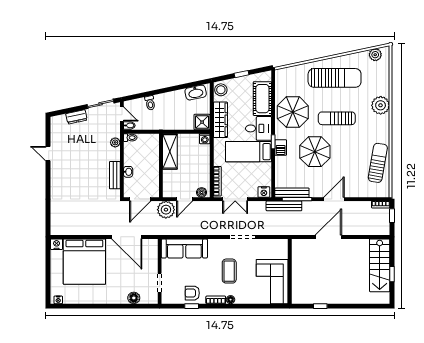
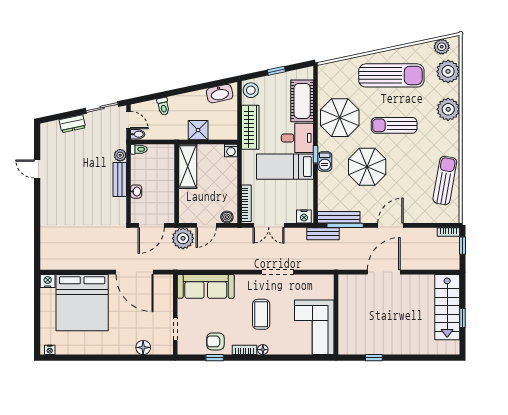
plant: (380, 75) -> (448, 71), added
shower: (202, 122) -> (198, 130), moved
bench: (115, 175) -> (120, 180), moved
bench: (284, 206) -> (323, 234), width x0.73

